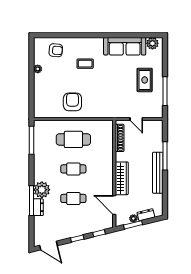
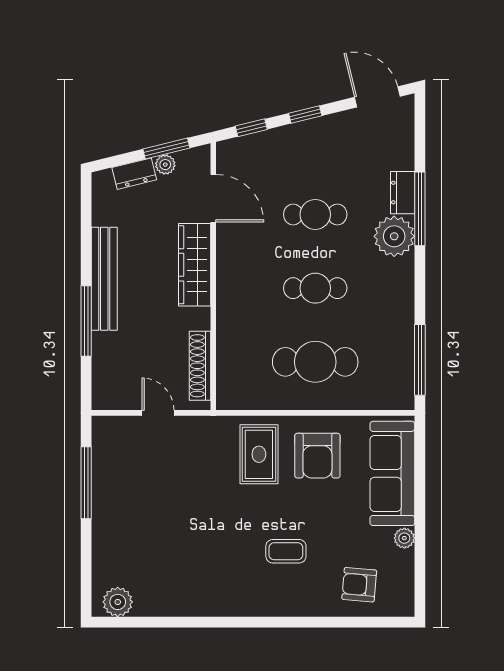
sofa: (125, 46) -> (392, 473), moved, turned -90
rug: (145, 80) -> (259, 454), moved

